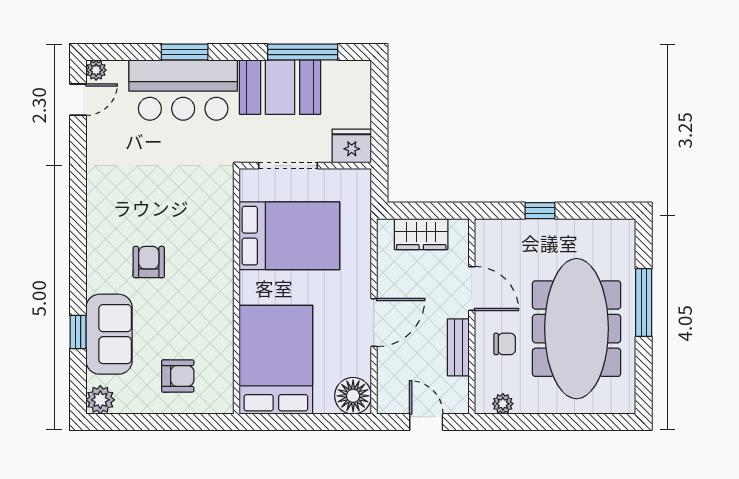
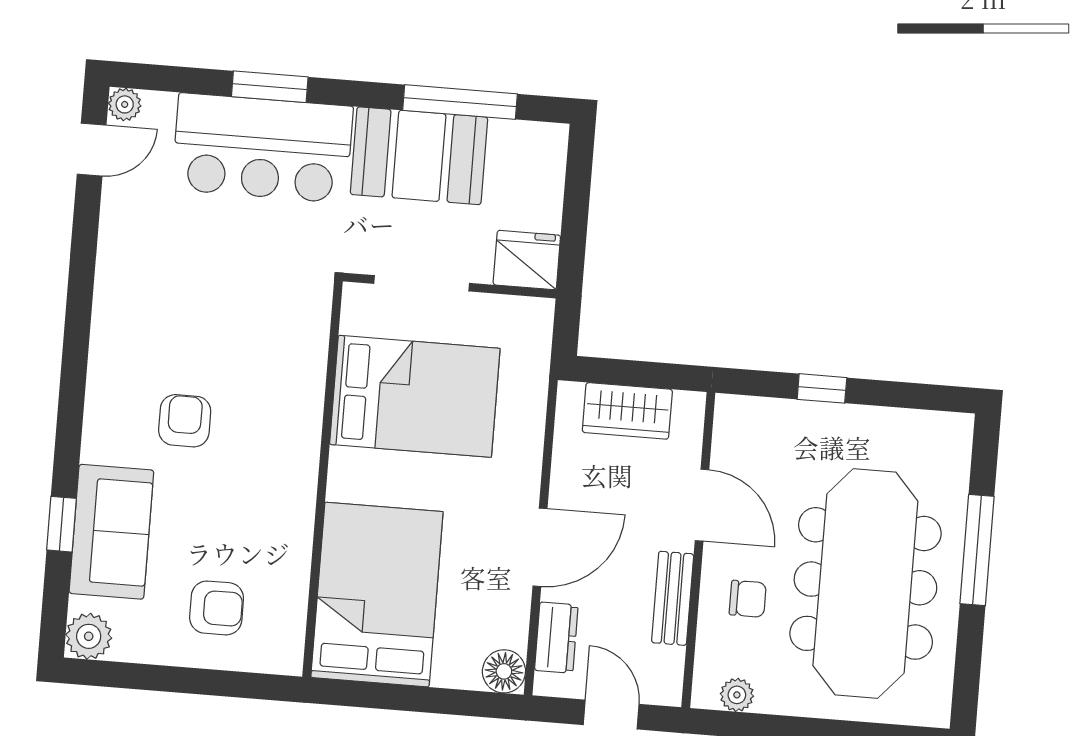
dresser: (389, 377) -> (556, 638), added
floor lamp: (353, 396) -> (504, 671), width x0.73, depth x0.73

